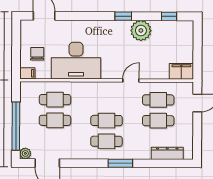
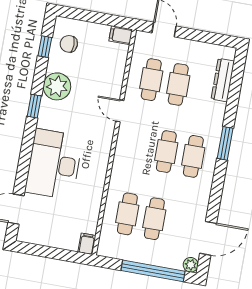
chair: (37, 54) -> (69, 44), moved
desk: (76, 61) -> (54, 164), moved, turned 180
filing cabinet: (181, 71) -> (121, 35), width x0.50

